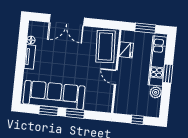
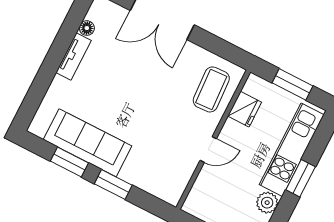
coffee table: (105, 47) -> (211, 89), width x0.73, depth x0.76
door: (116, 77) -> (208, 150), swing flipped
sofa: (54, 95) -> (88, 143), width x0.74, depth x0.79

